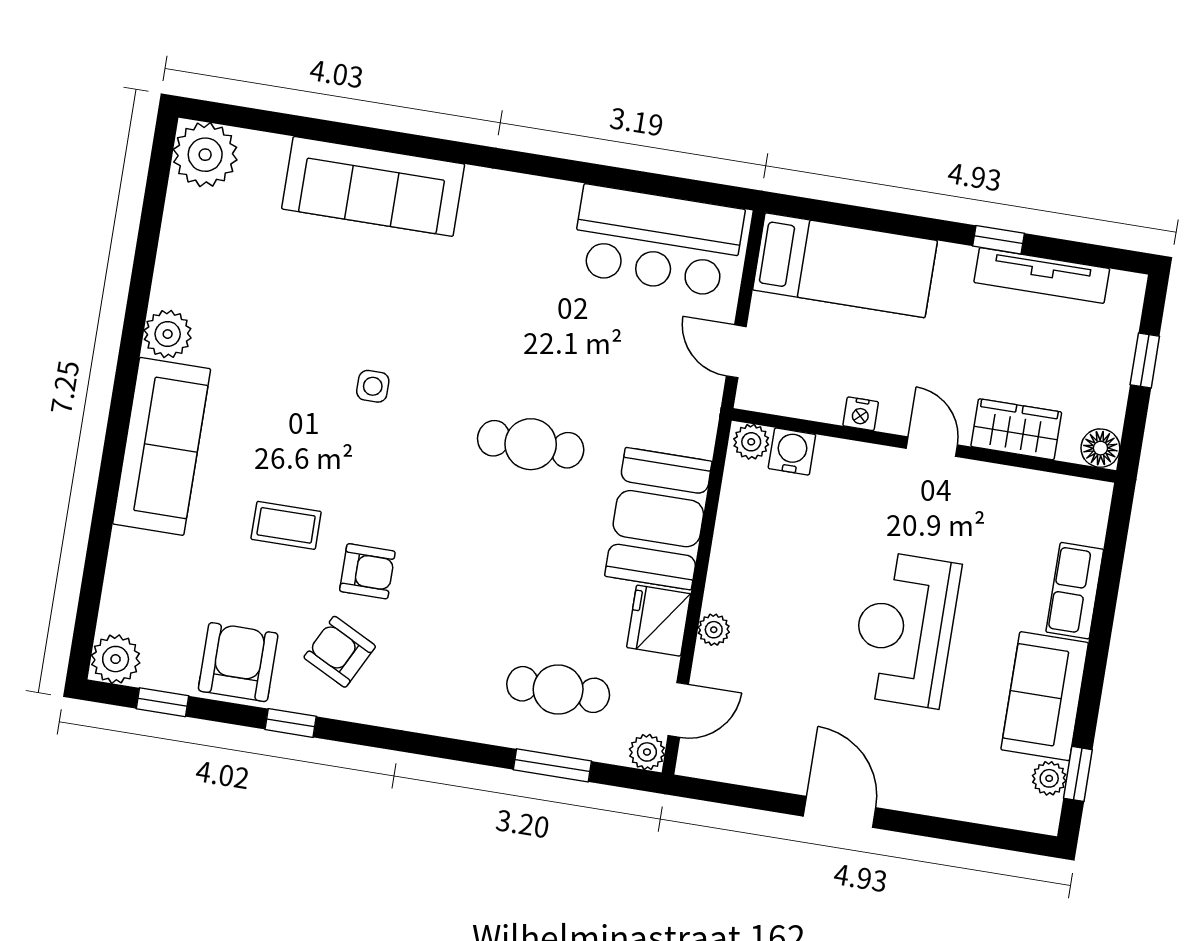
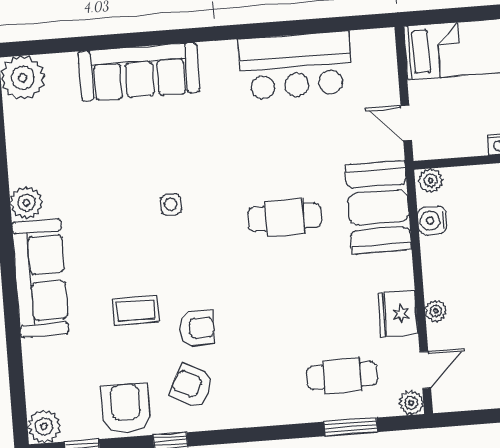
bar counter: (658, 241) -> (295, 66), moved
water cooler: (792, 451) -> (432, 221), moved, turned -90
booth: (658, 519) -> (378, 207), moved

